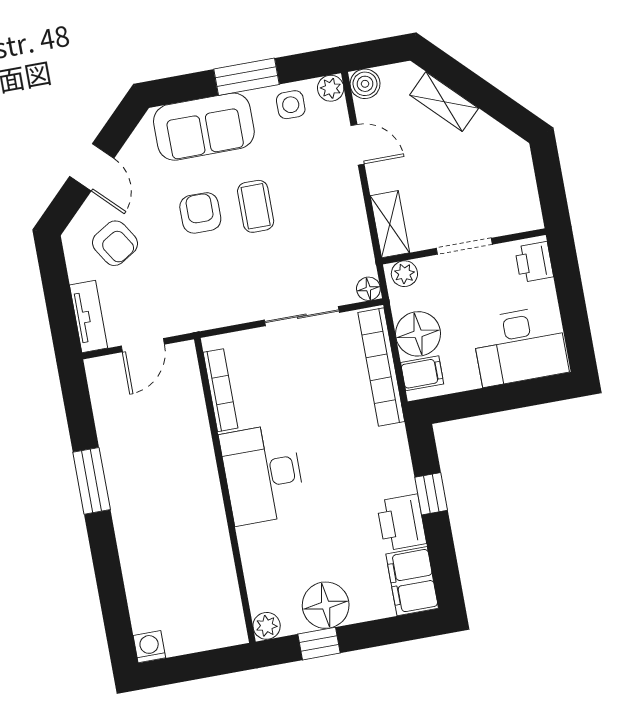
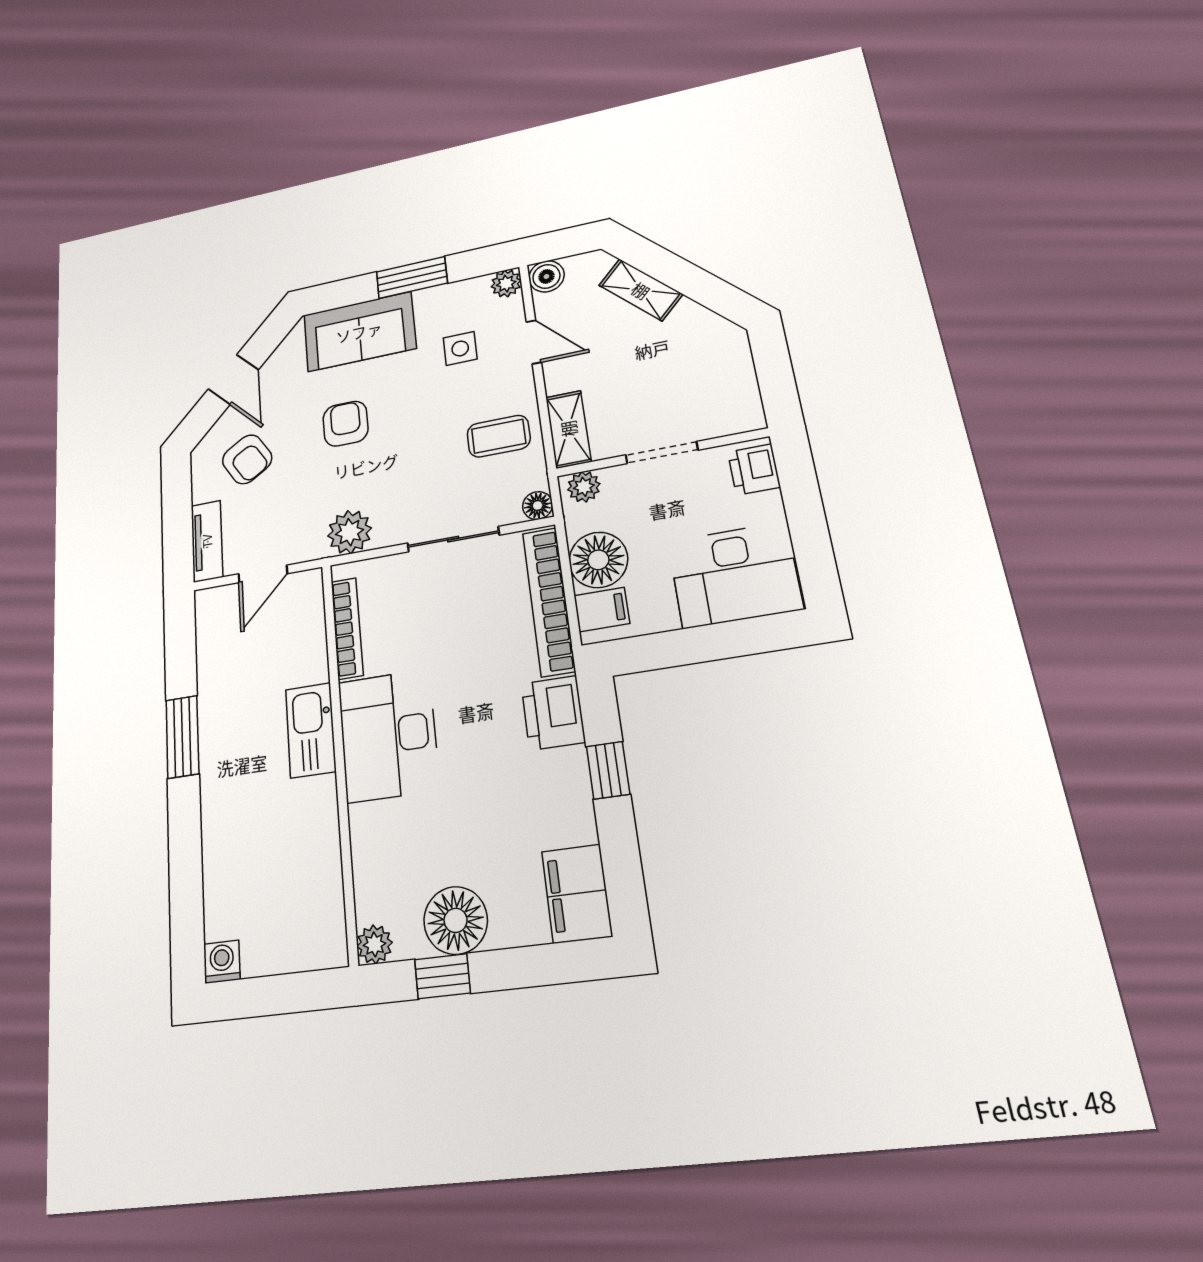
side table: (291, 105) -> (460, 349), moved
coffee table: (256, 206) -> (499, 436), moved, turned 90
plant: (214, 310) -> (350, 532), added
kitchen sink: (199, 472) -> (311, 730), added
printer: (402, 522) -> (553, 713), moved

